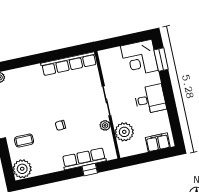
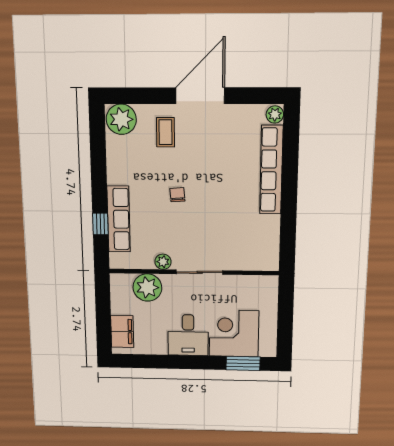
corner desk: (139, 58) -> (234, 333), moved
row of seats: (69, 64) -> (271, 170), moved

